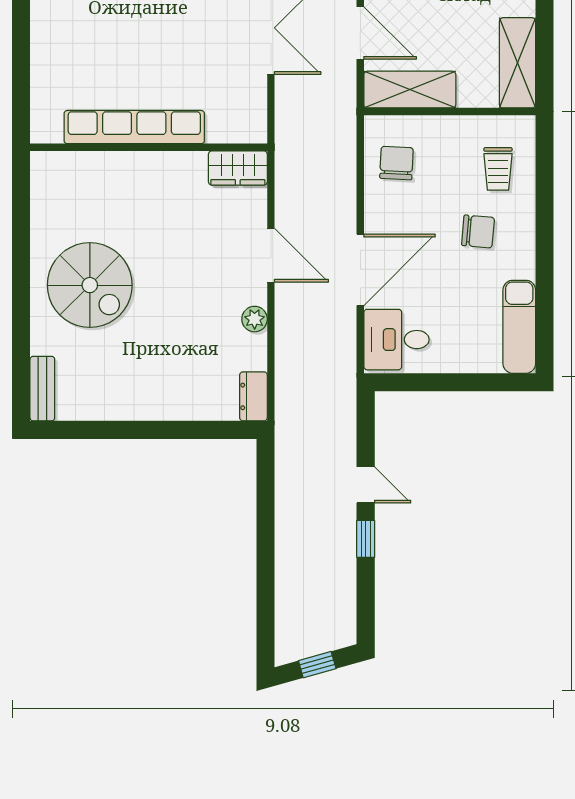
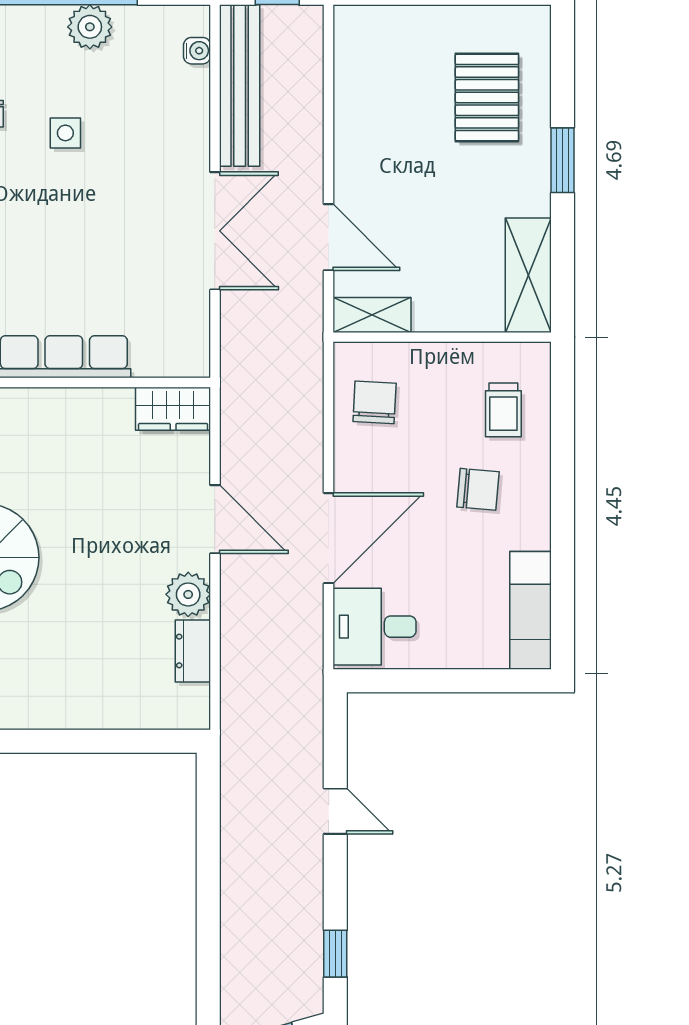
shelving: (410, 90) -> (372, 315), width x0.67, depth x0.75
plant: (255, 319) -> (188, 594), width x1.38, depth x1.38
dresser: (253, 396) -> (193, 651), moved
window: (366, 539) -> (335, 954), moved

